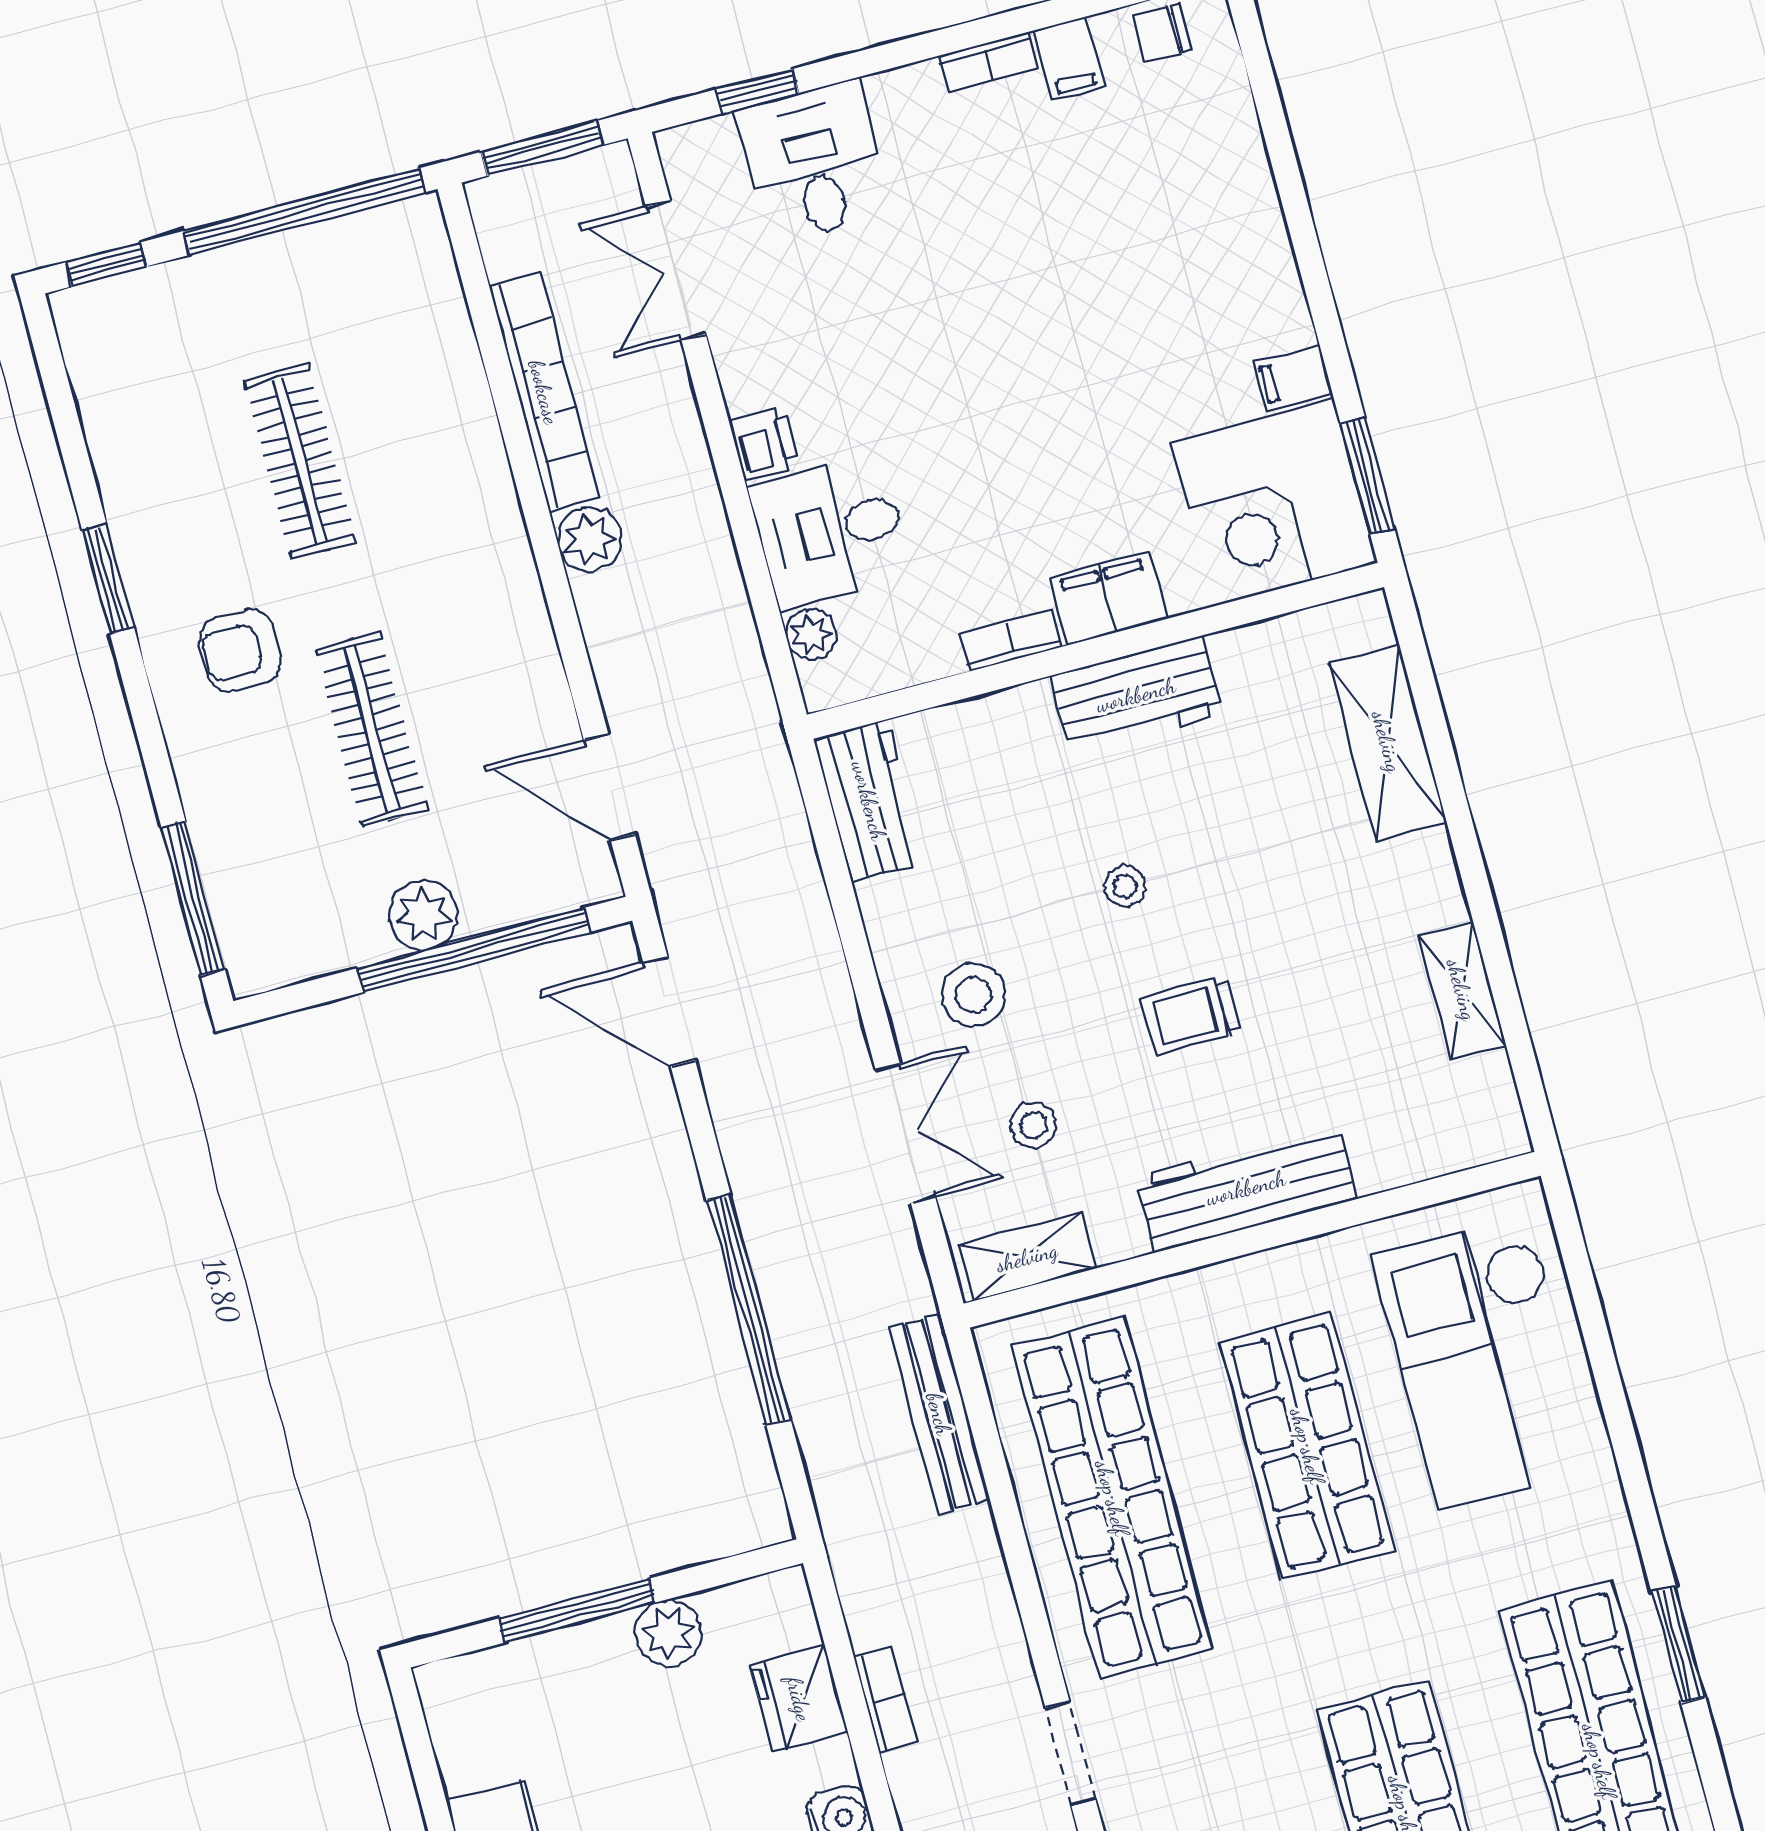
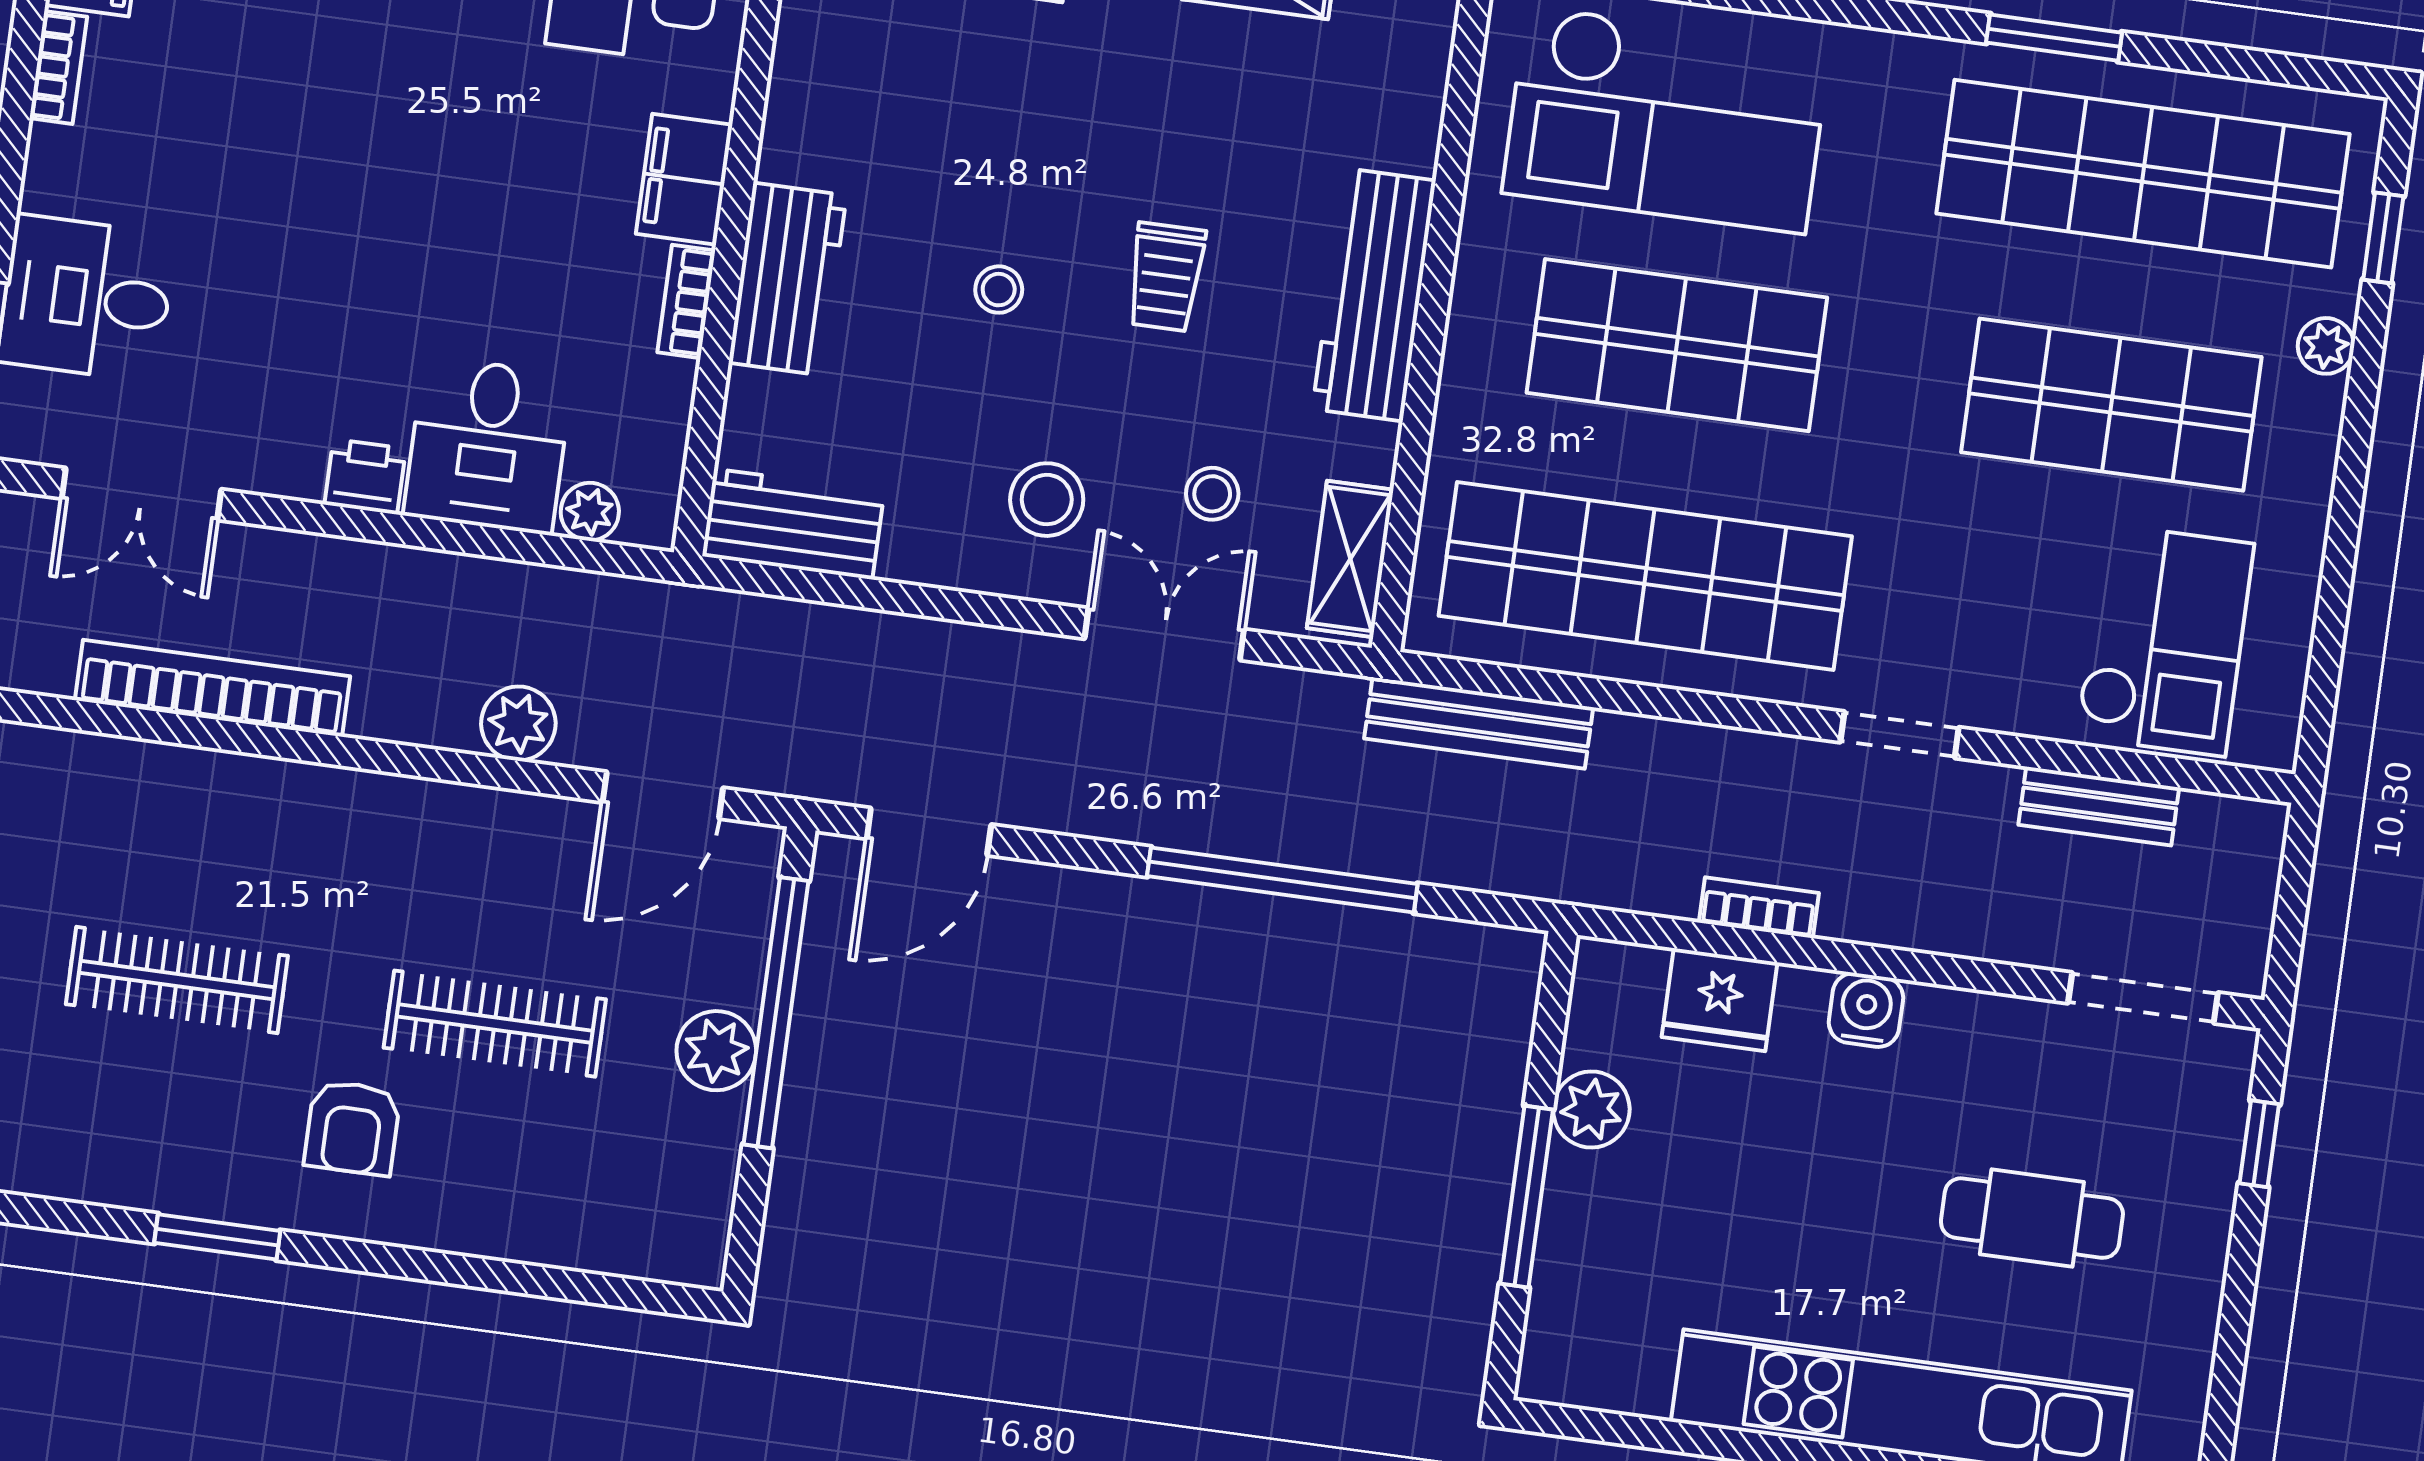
plant: (589, 539) -> (518, 724), moved
workbench: (1136, 695) -> (788, 279), moved
window: (193, 898) -> (596, 1289), removed

